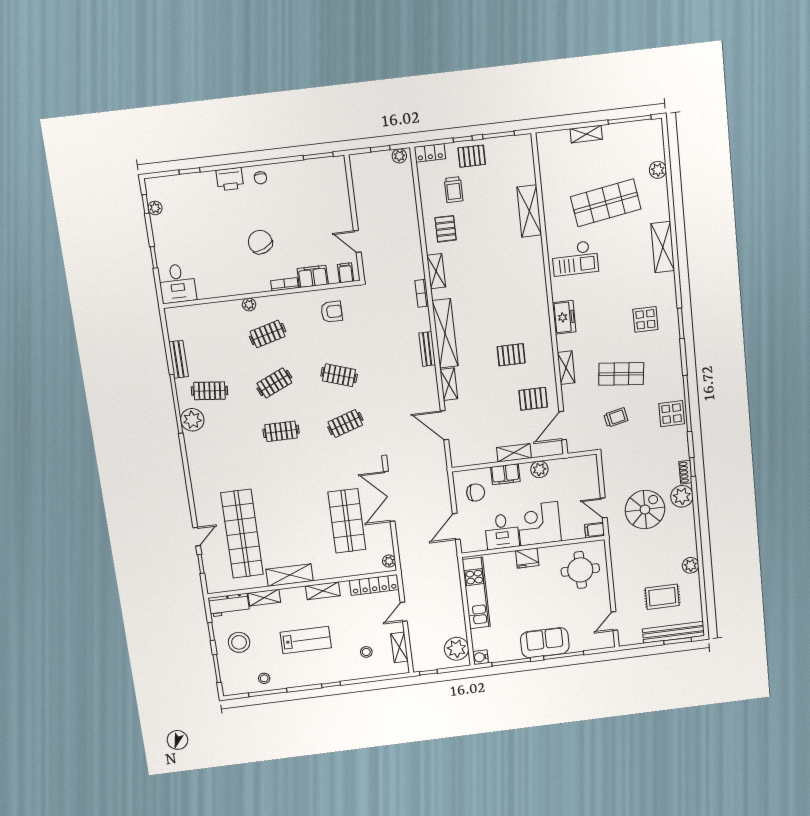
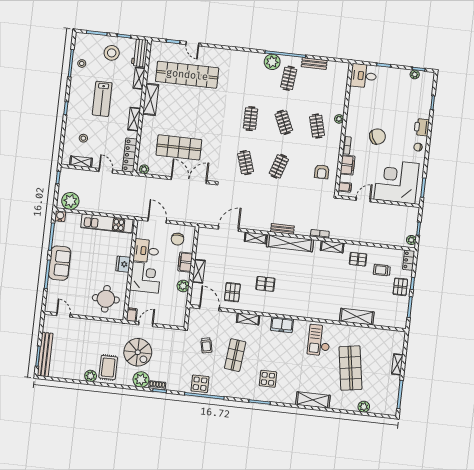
corner desk: (319, 198) -> (397, 181), added
pallet: (511, 355) -> (265, 284), turned 90
rug: (662, 597) -> (108, 367), moved

